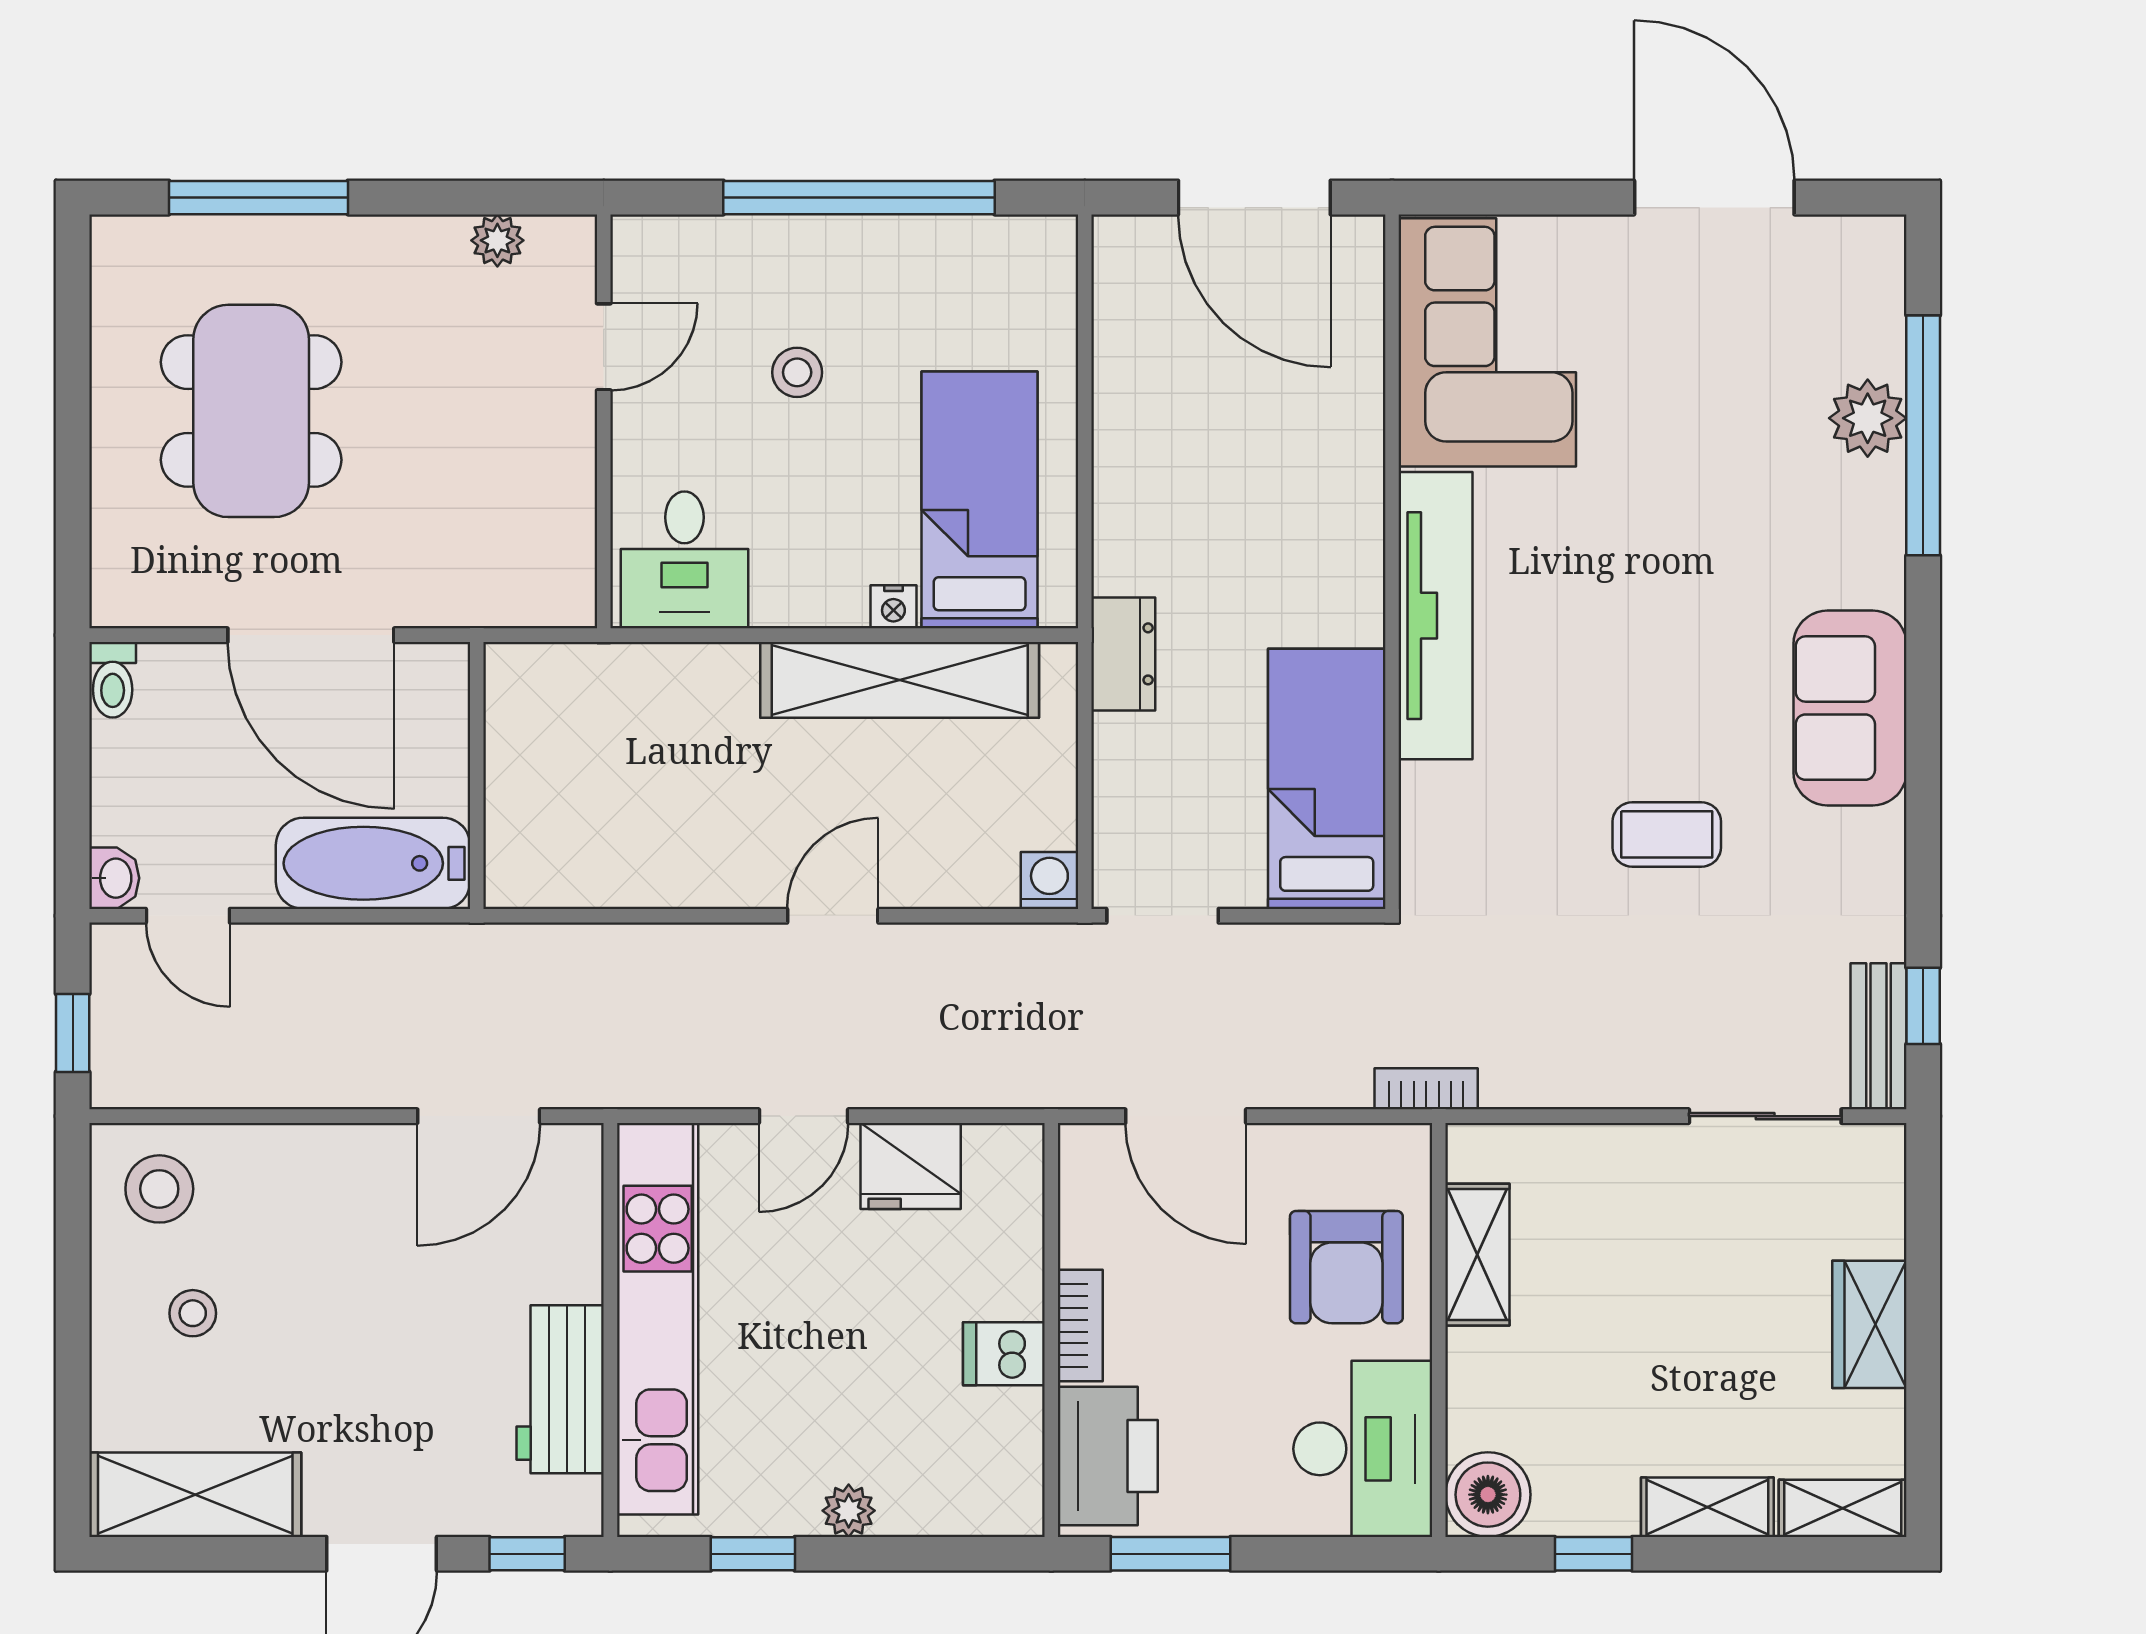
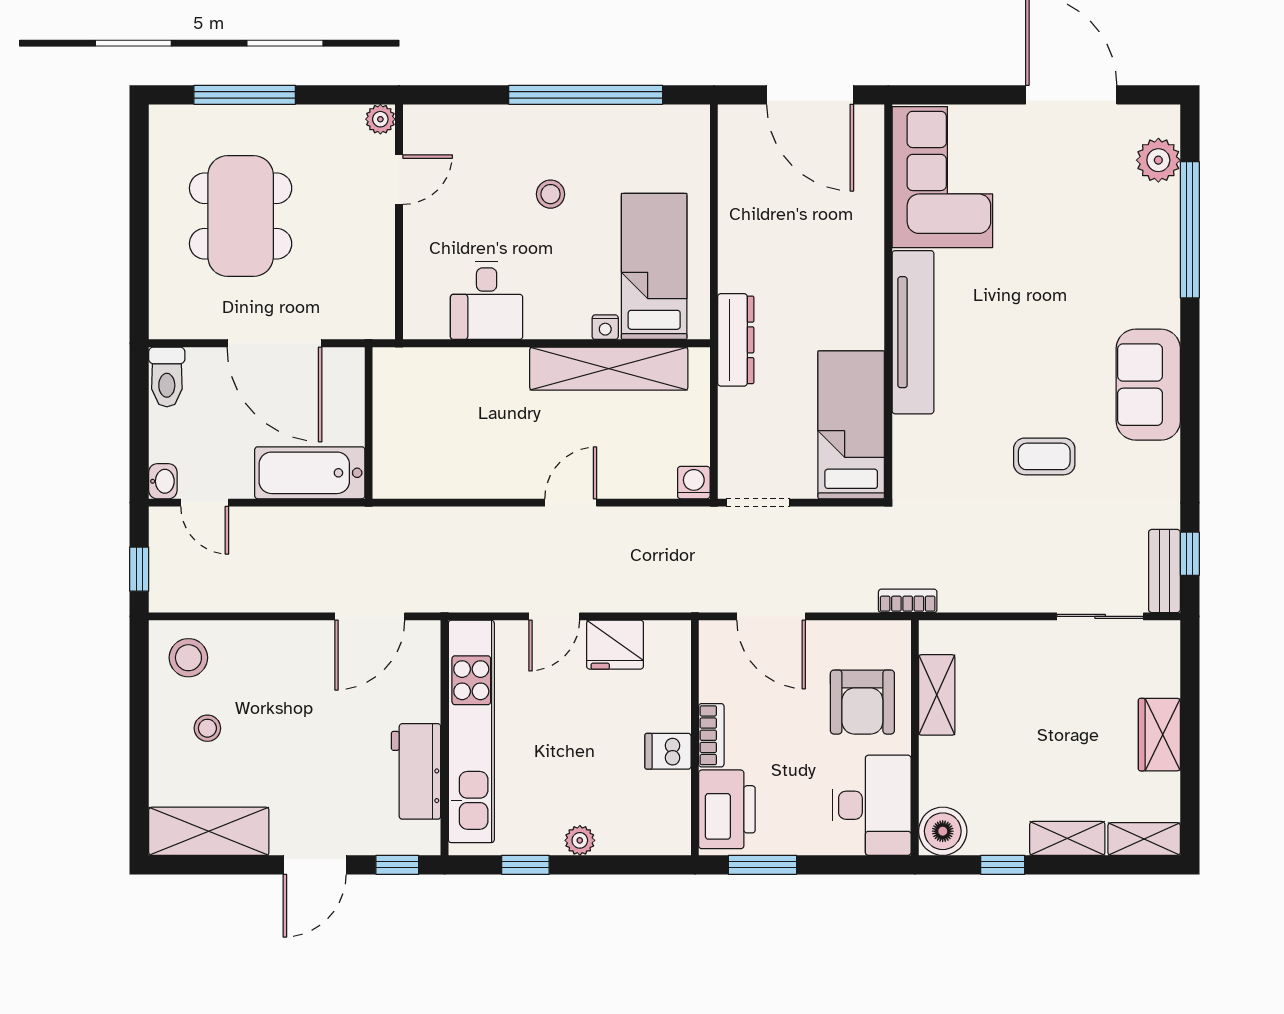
door: (604, 347) -> (399, 180), moved
plant: (1868, 418) -> (1158, 160), moved
wall: (604, 421) -> (399, 222), moved
dresser: (1123, 654) -> (736, 340), width x1.44
toilet: (113, 680) -> (167, 377), width x1.37, depth x1.39

